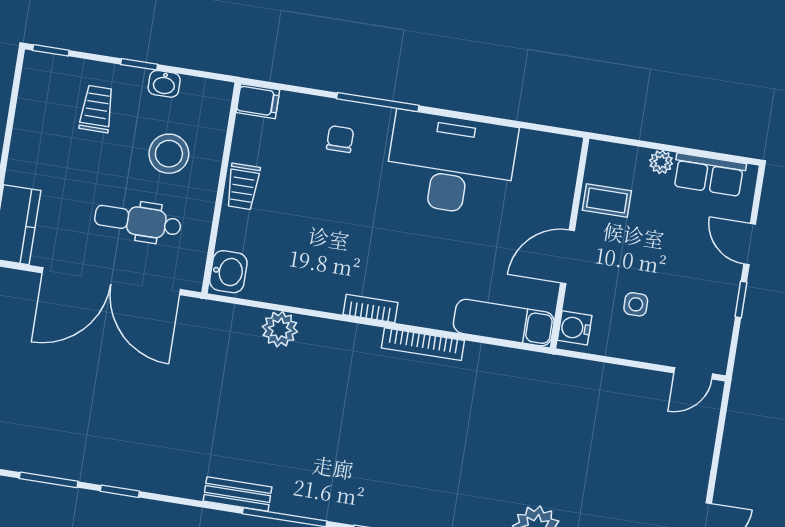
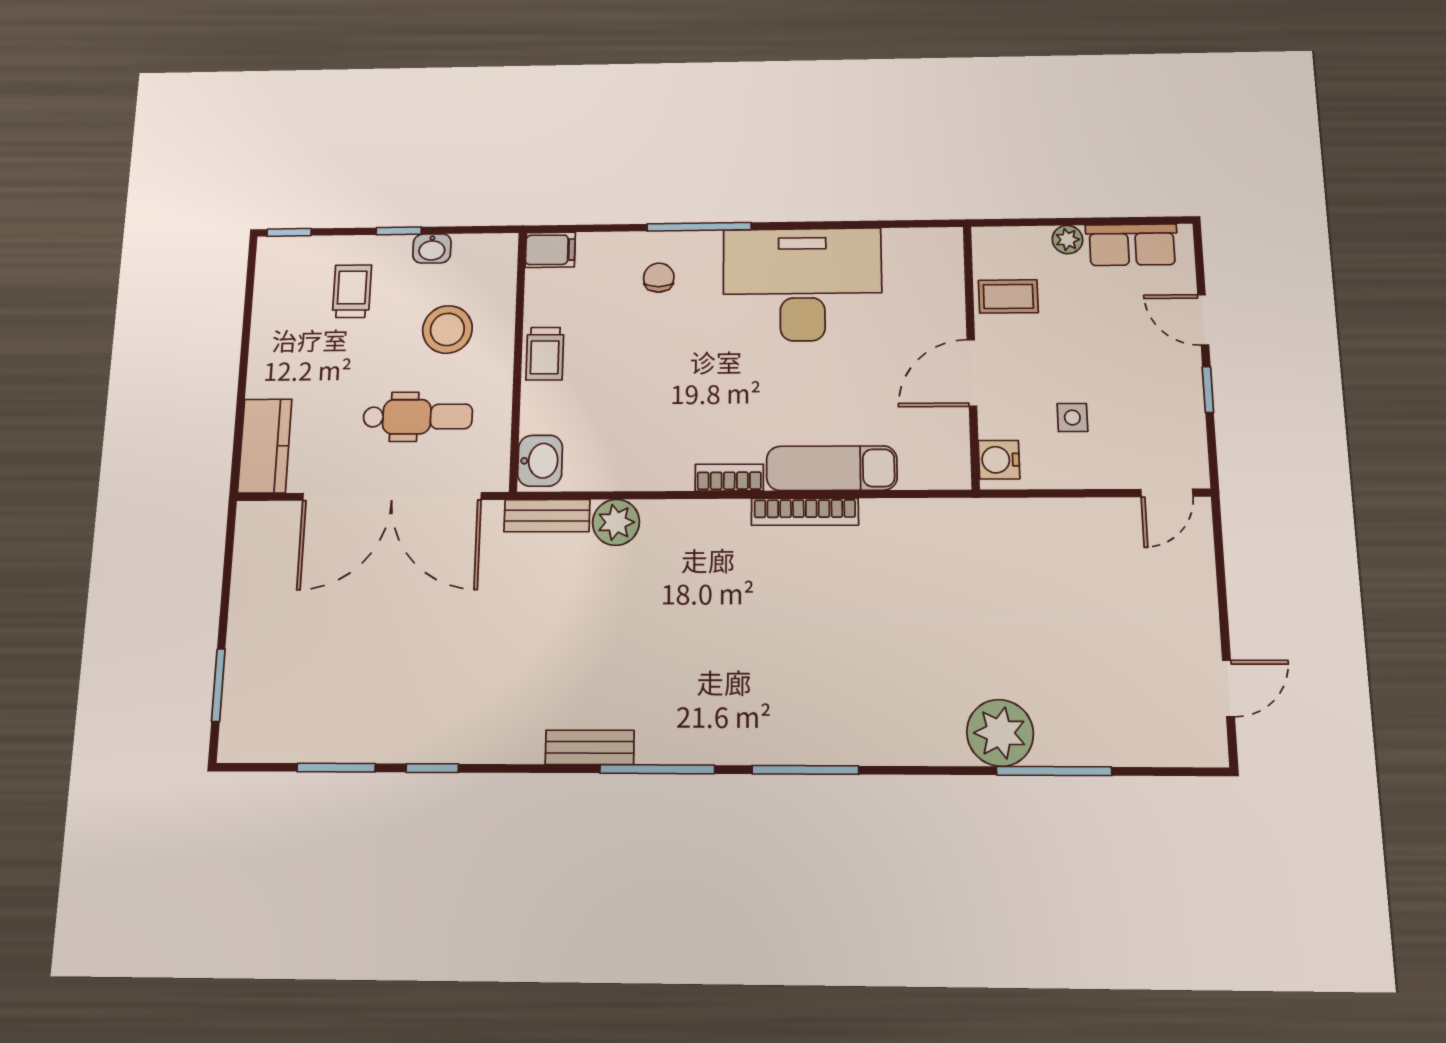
dental chair: (138, 221) -> (418, 417), turned 180
bench: (228, 316) -> (547, 516), added
exam couch: (504, 323) -> (832, 468), moved

